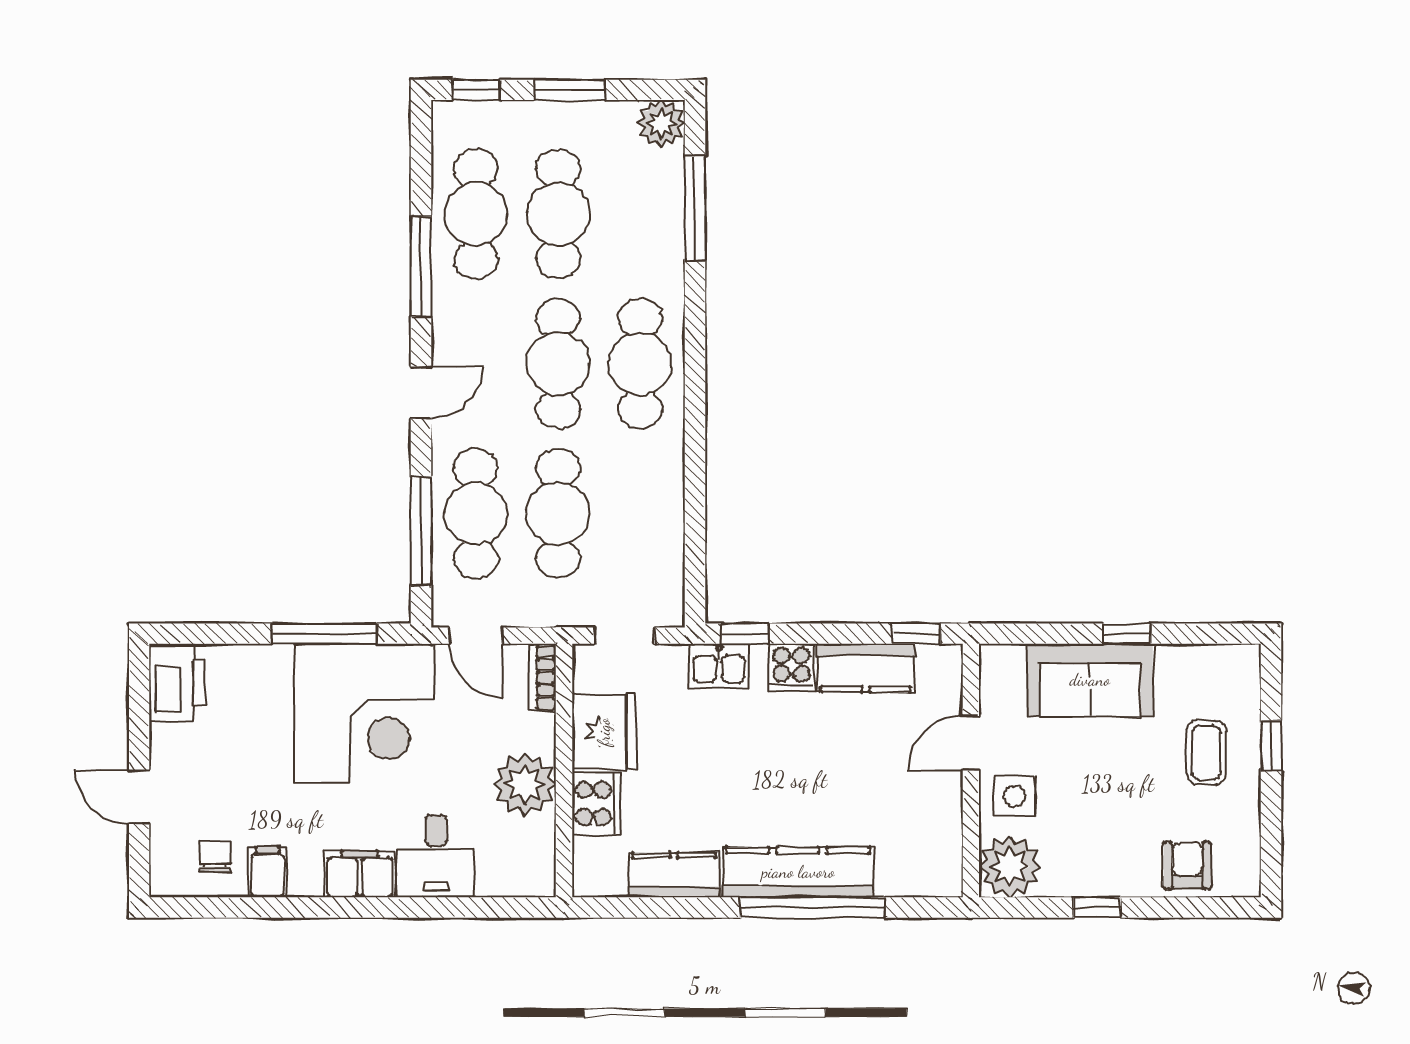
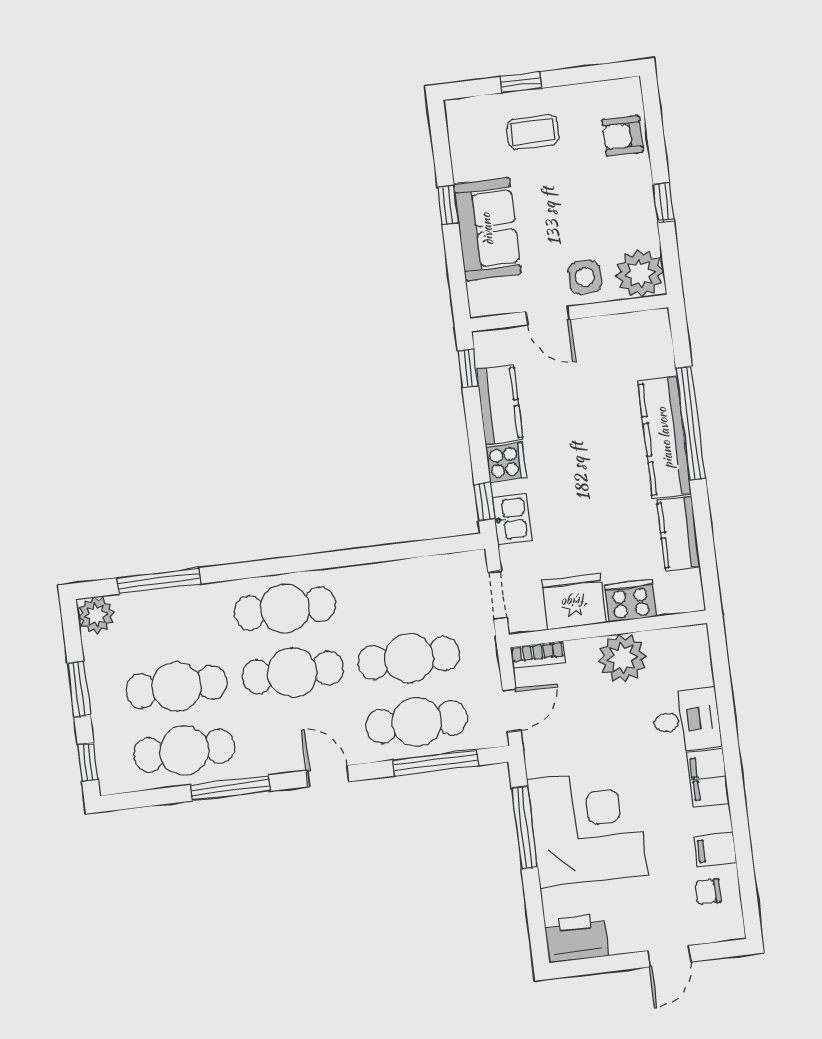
corner desk: (364, 713) -> (587, 827), moved

